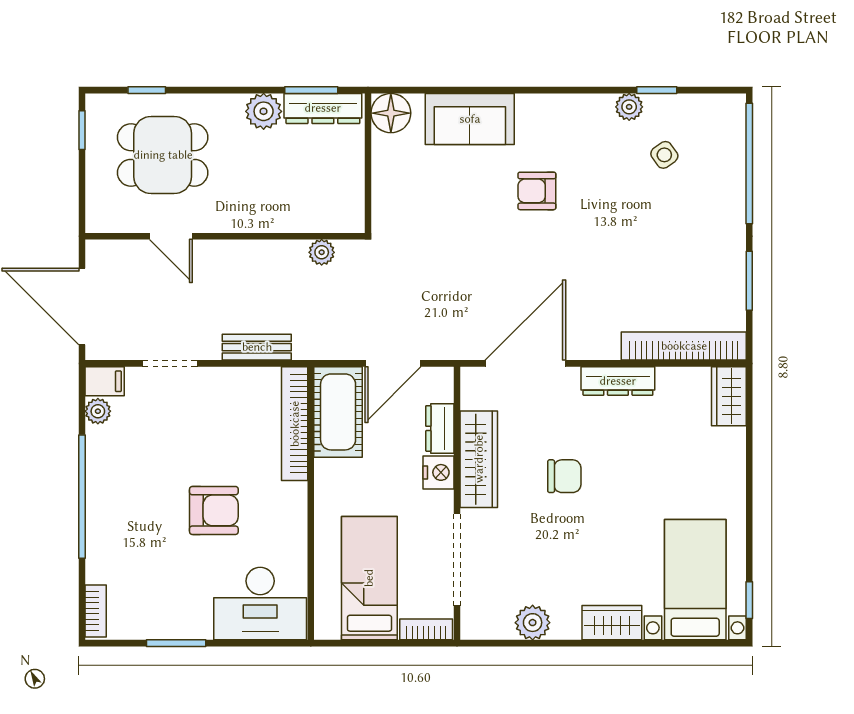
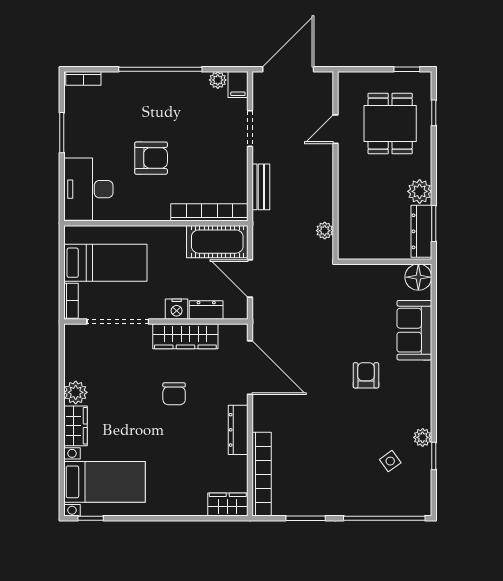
armchair: (214, 510) -> (151, 158), turned -90
plant: (533, 623) -> (76, 392), moved

